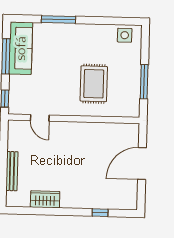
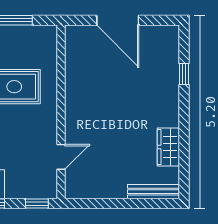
bench: (12, 171) -> (153, 192), moved

